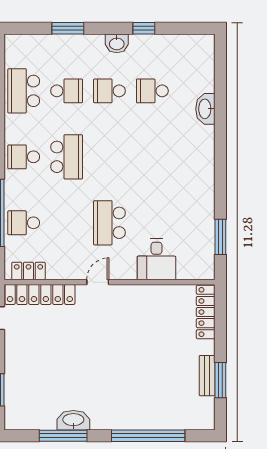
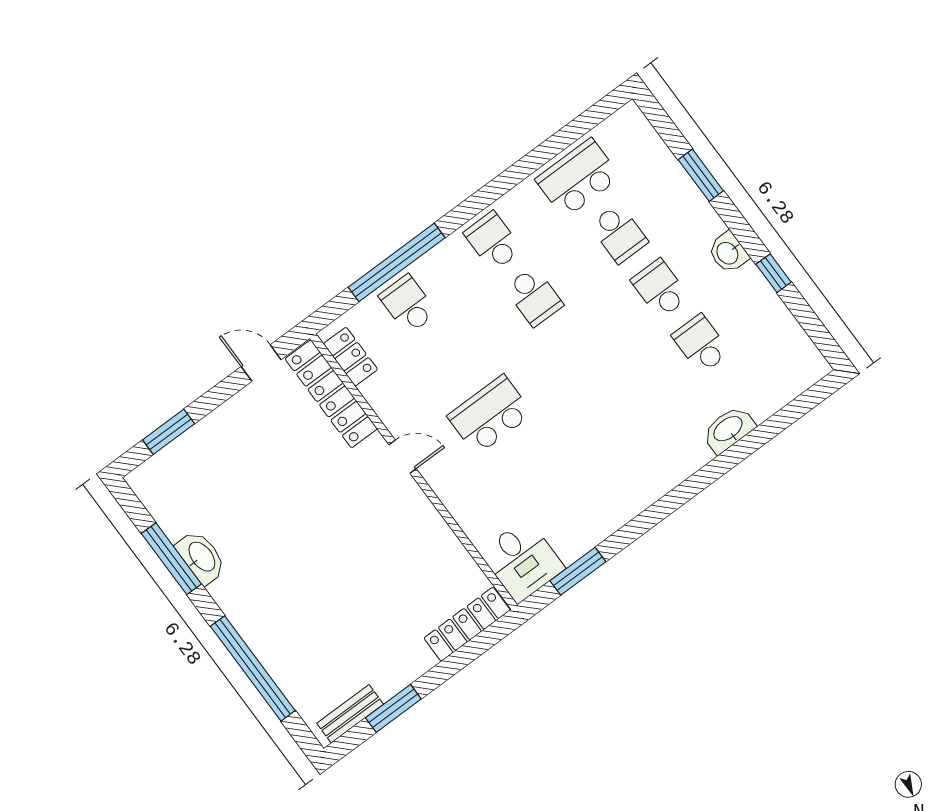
school desk: (67, 157) -> (534, 297), width x0.54
desk: (157, 259) -> (522, 560), moved, turned -90
bench: (207, 376) -> (350, 714), moved

